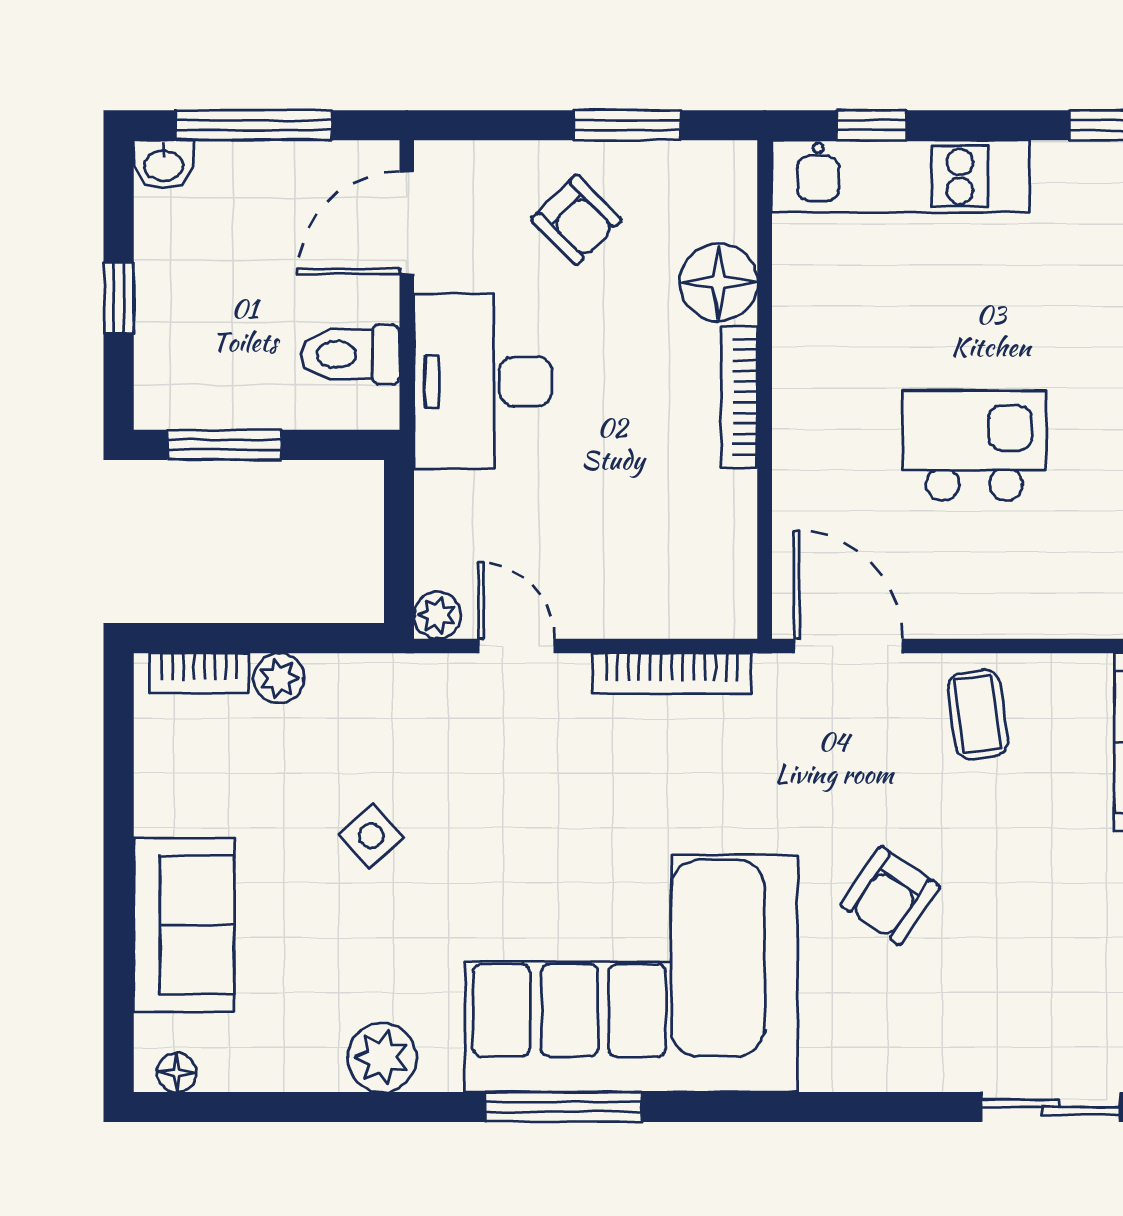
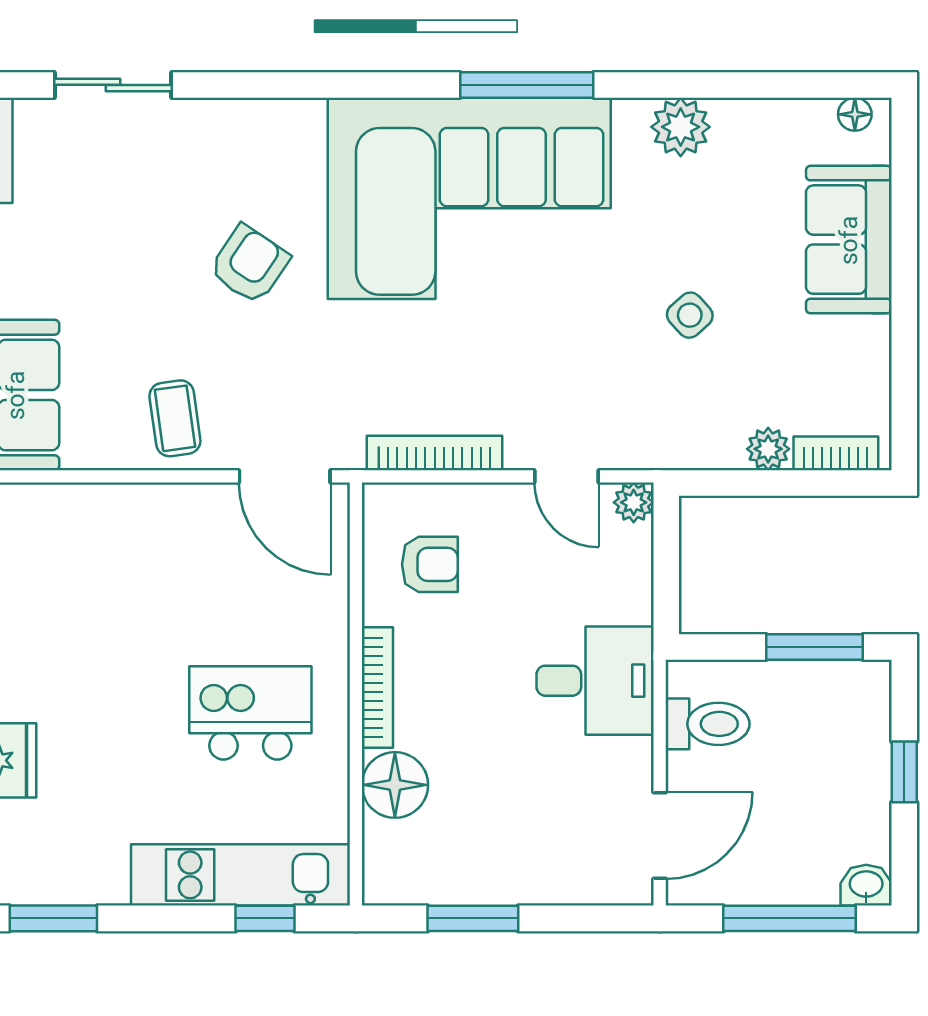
armchair: (576, 220) -> (430, 564), moved, turned 135
desk: (483, 381) -> (595, 681), width x0.73
kitchen island: (974, 446) -> (250, 713), moved, turned 180

